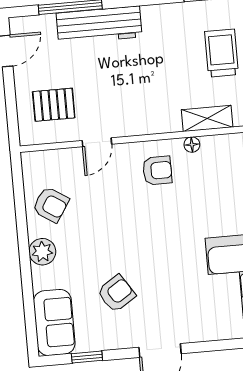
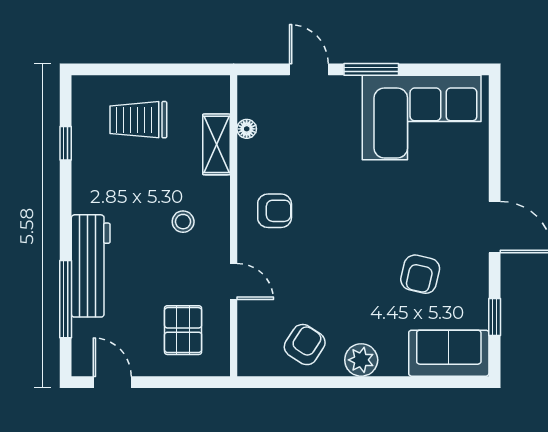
stool: (142, 97) -> (183, 222), added
floor lamp: (192, 145) -> (247, 129), moved
armchair: (157, 170) -> (275, 211), turned 90
armchair: (116, 293) -> (420, 274), turned -134

